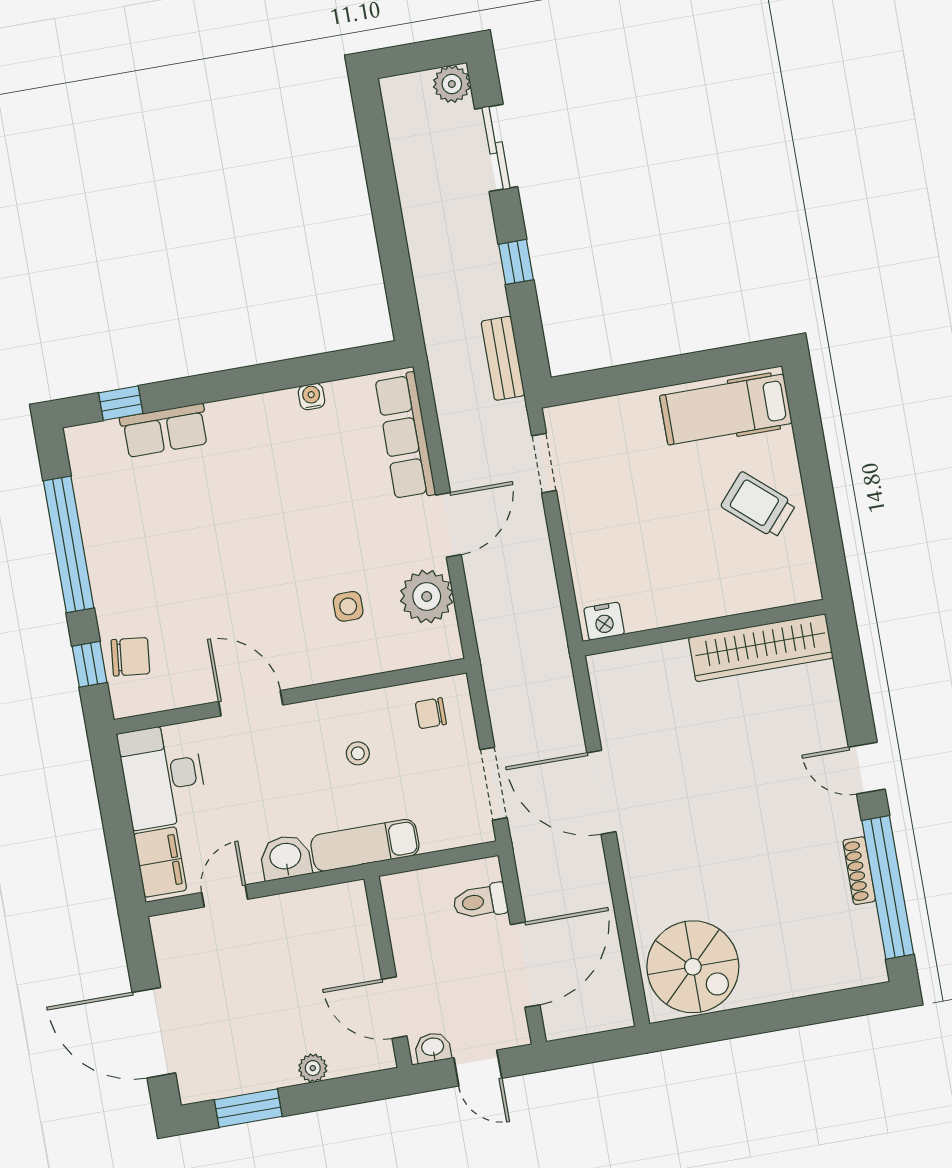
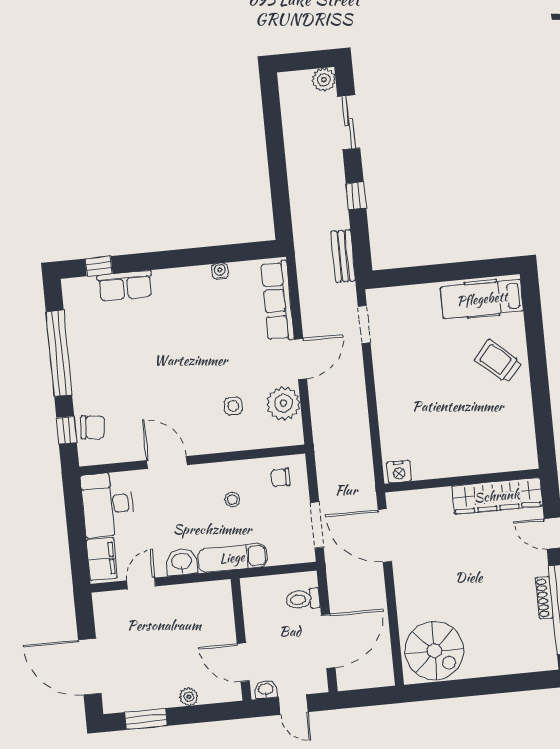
nightstand: (604, 621) -> (399, 472), moved
wall: (704, 628) -> (462, 480), moved
wardrobe: (761, 648) -> (497, 496), moved

